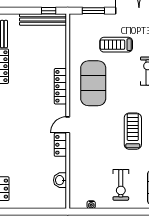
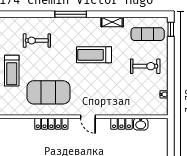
locker: (60, 145) -> (121, 124), moved

